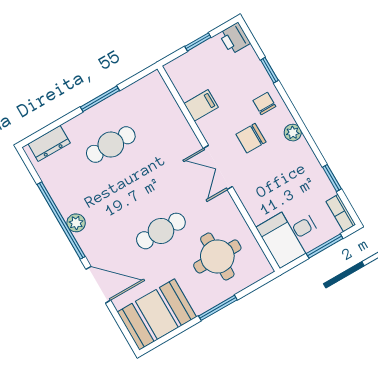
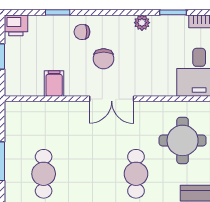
plant: (293, 133) -> (142, 23), moved

